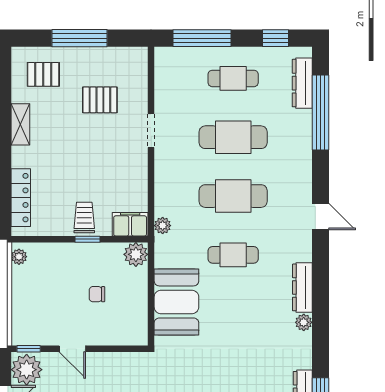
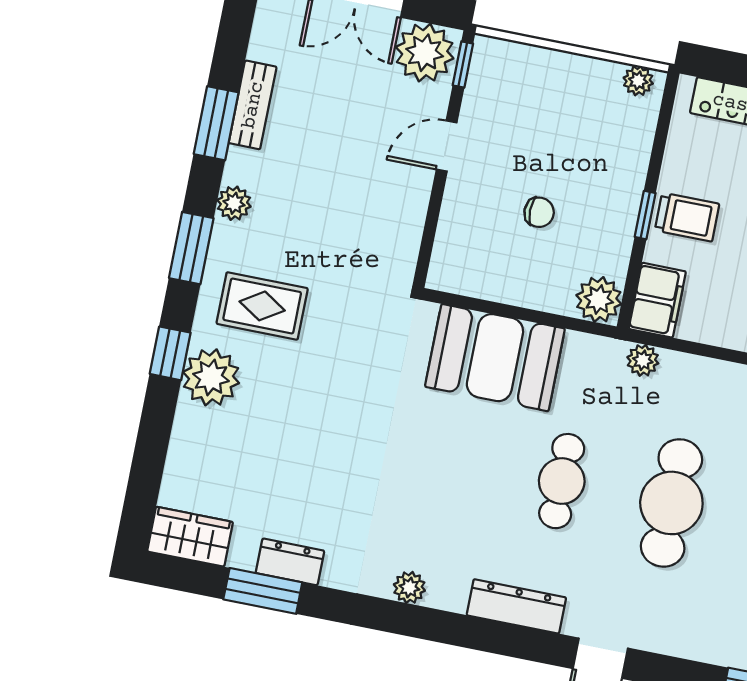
dresser: (302, 287) -> (516, 606), moved
chair: (97, 294) -> (539, 212), turned 90

